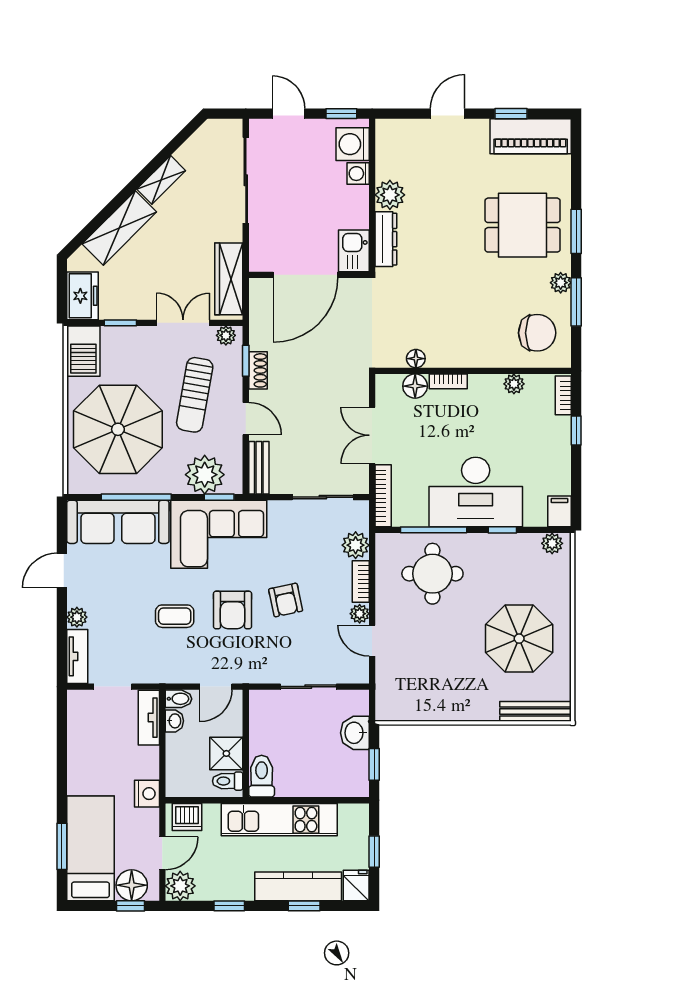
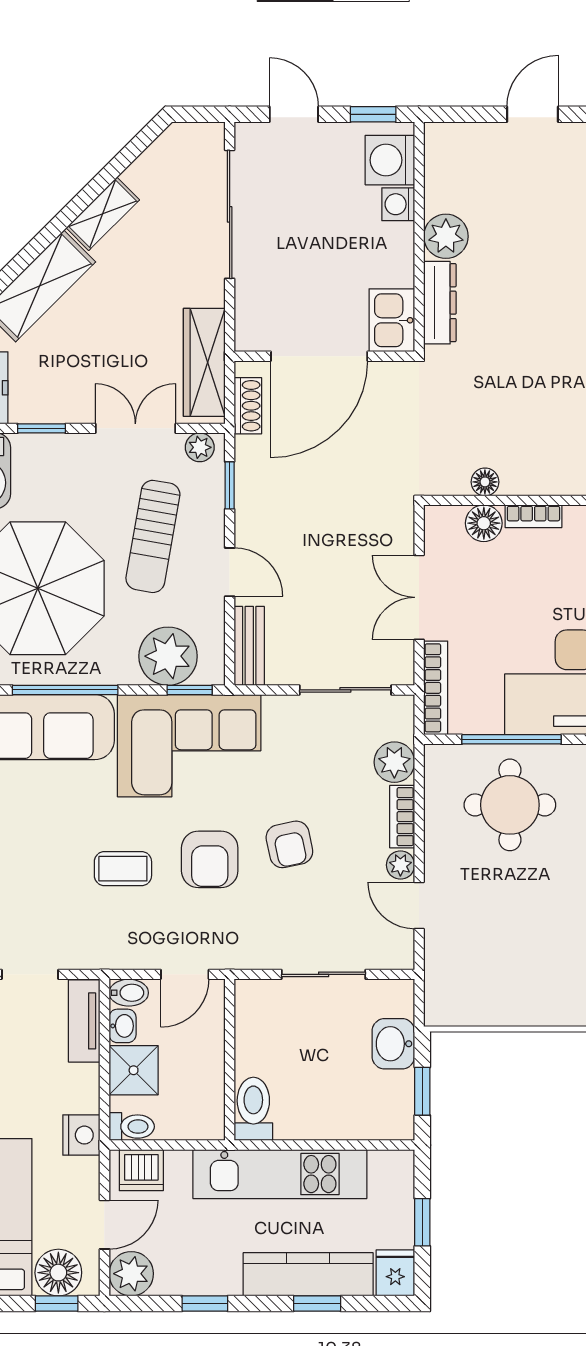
shoe rack: (258, 370) -> (248, 406), moved
shower: (226, 753) -> (134, 1070), moved
toilet: (228, 781) -> (132, 1127), moved, turned 180

